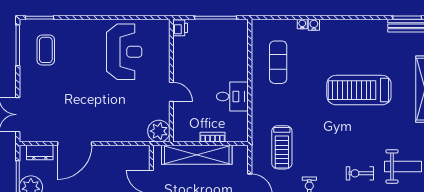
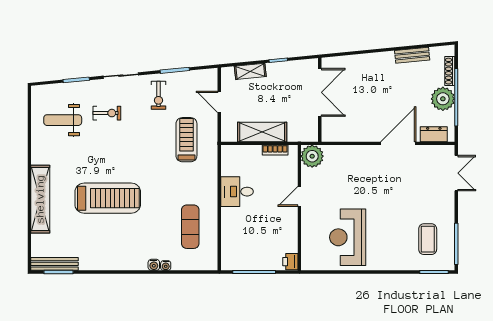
door: (171, 92) -> (299, 196), hinge flipped
bookcase: (213, 137) -> (275, 150), moved
shelving: (197, 155) -> (262, 132), width x0.68

